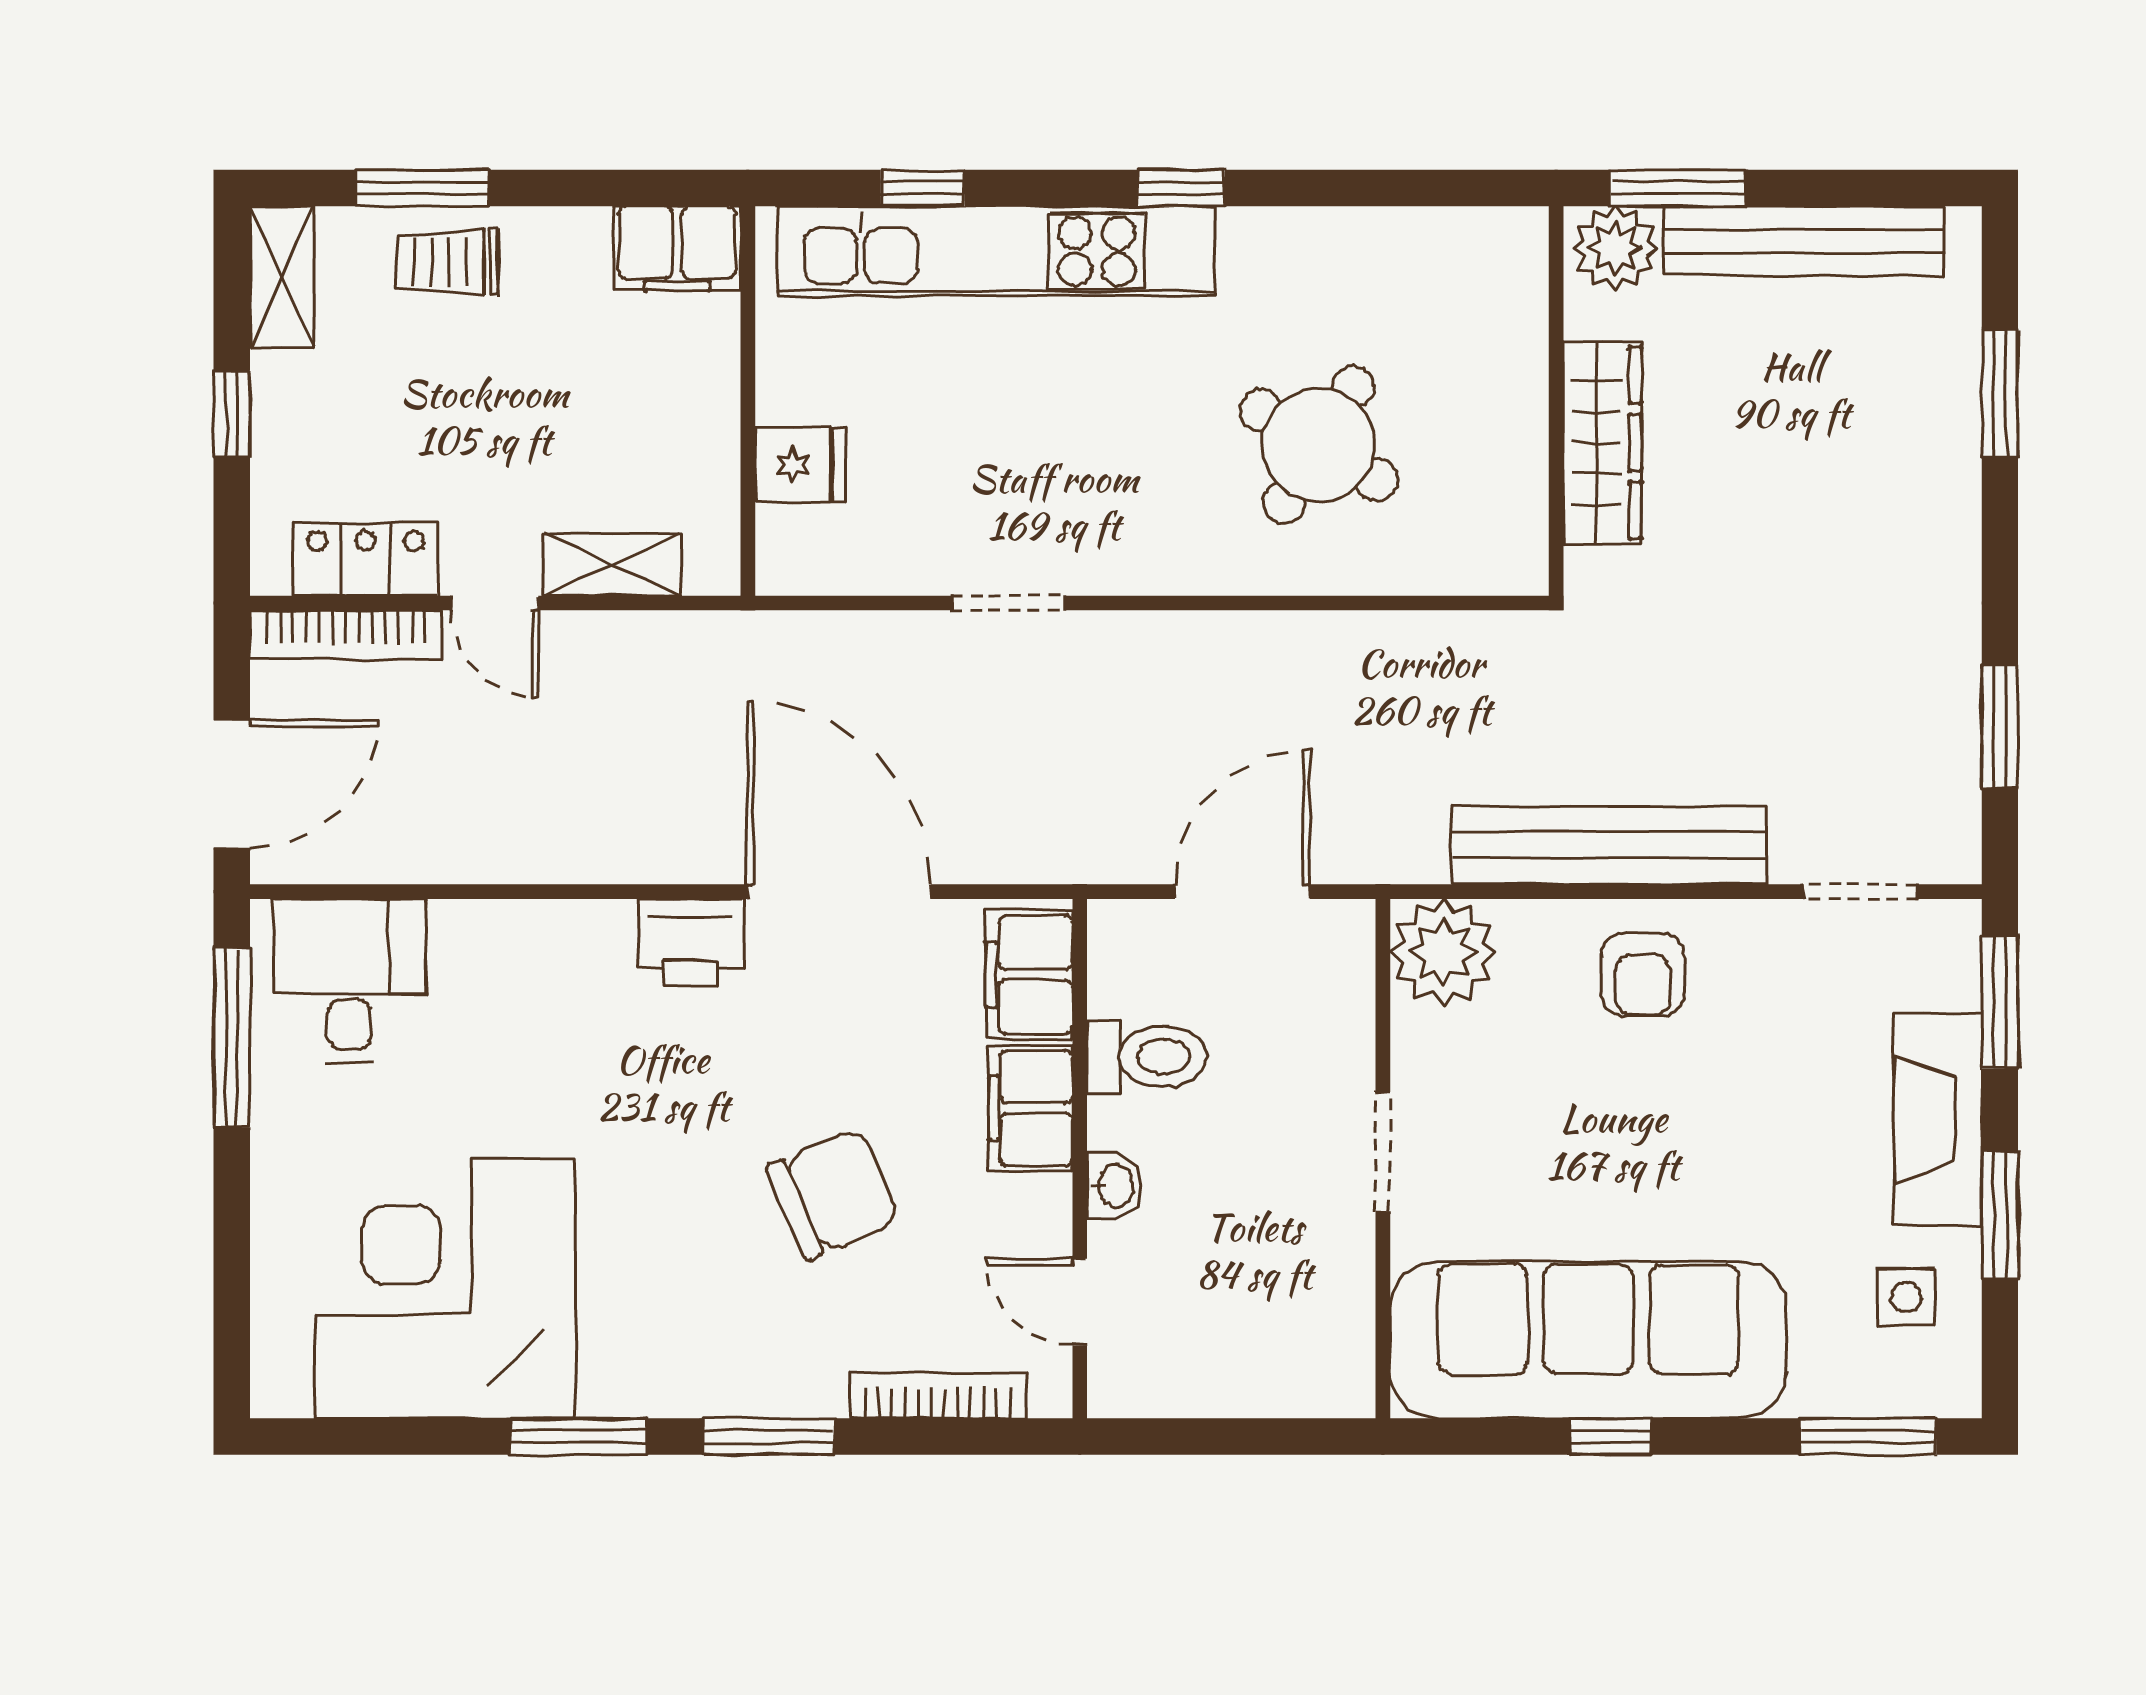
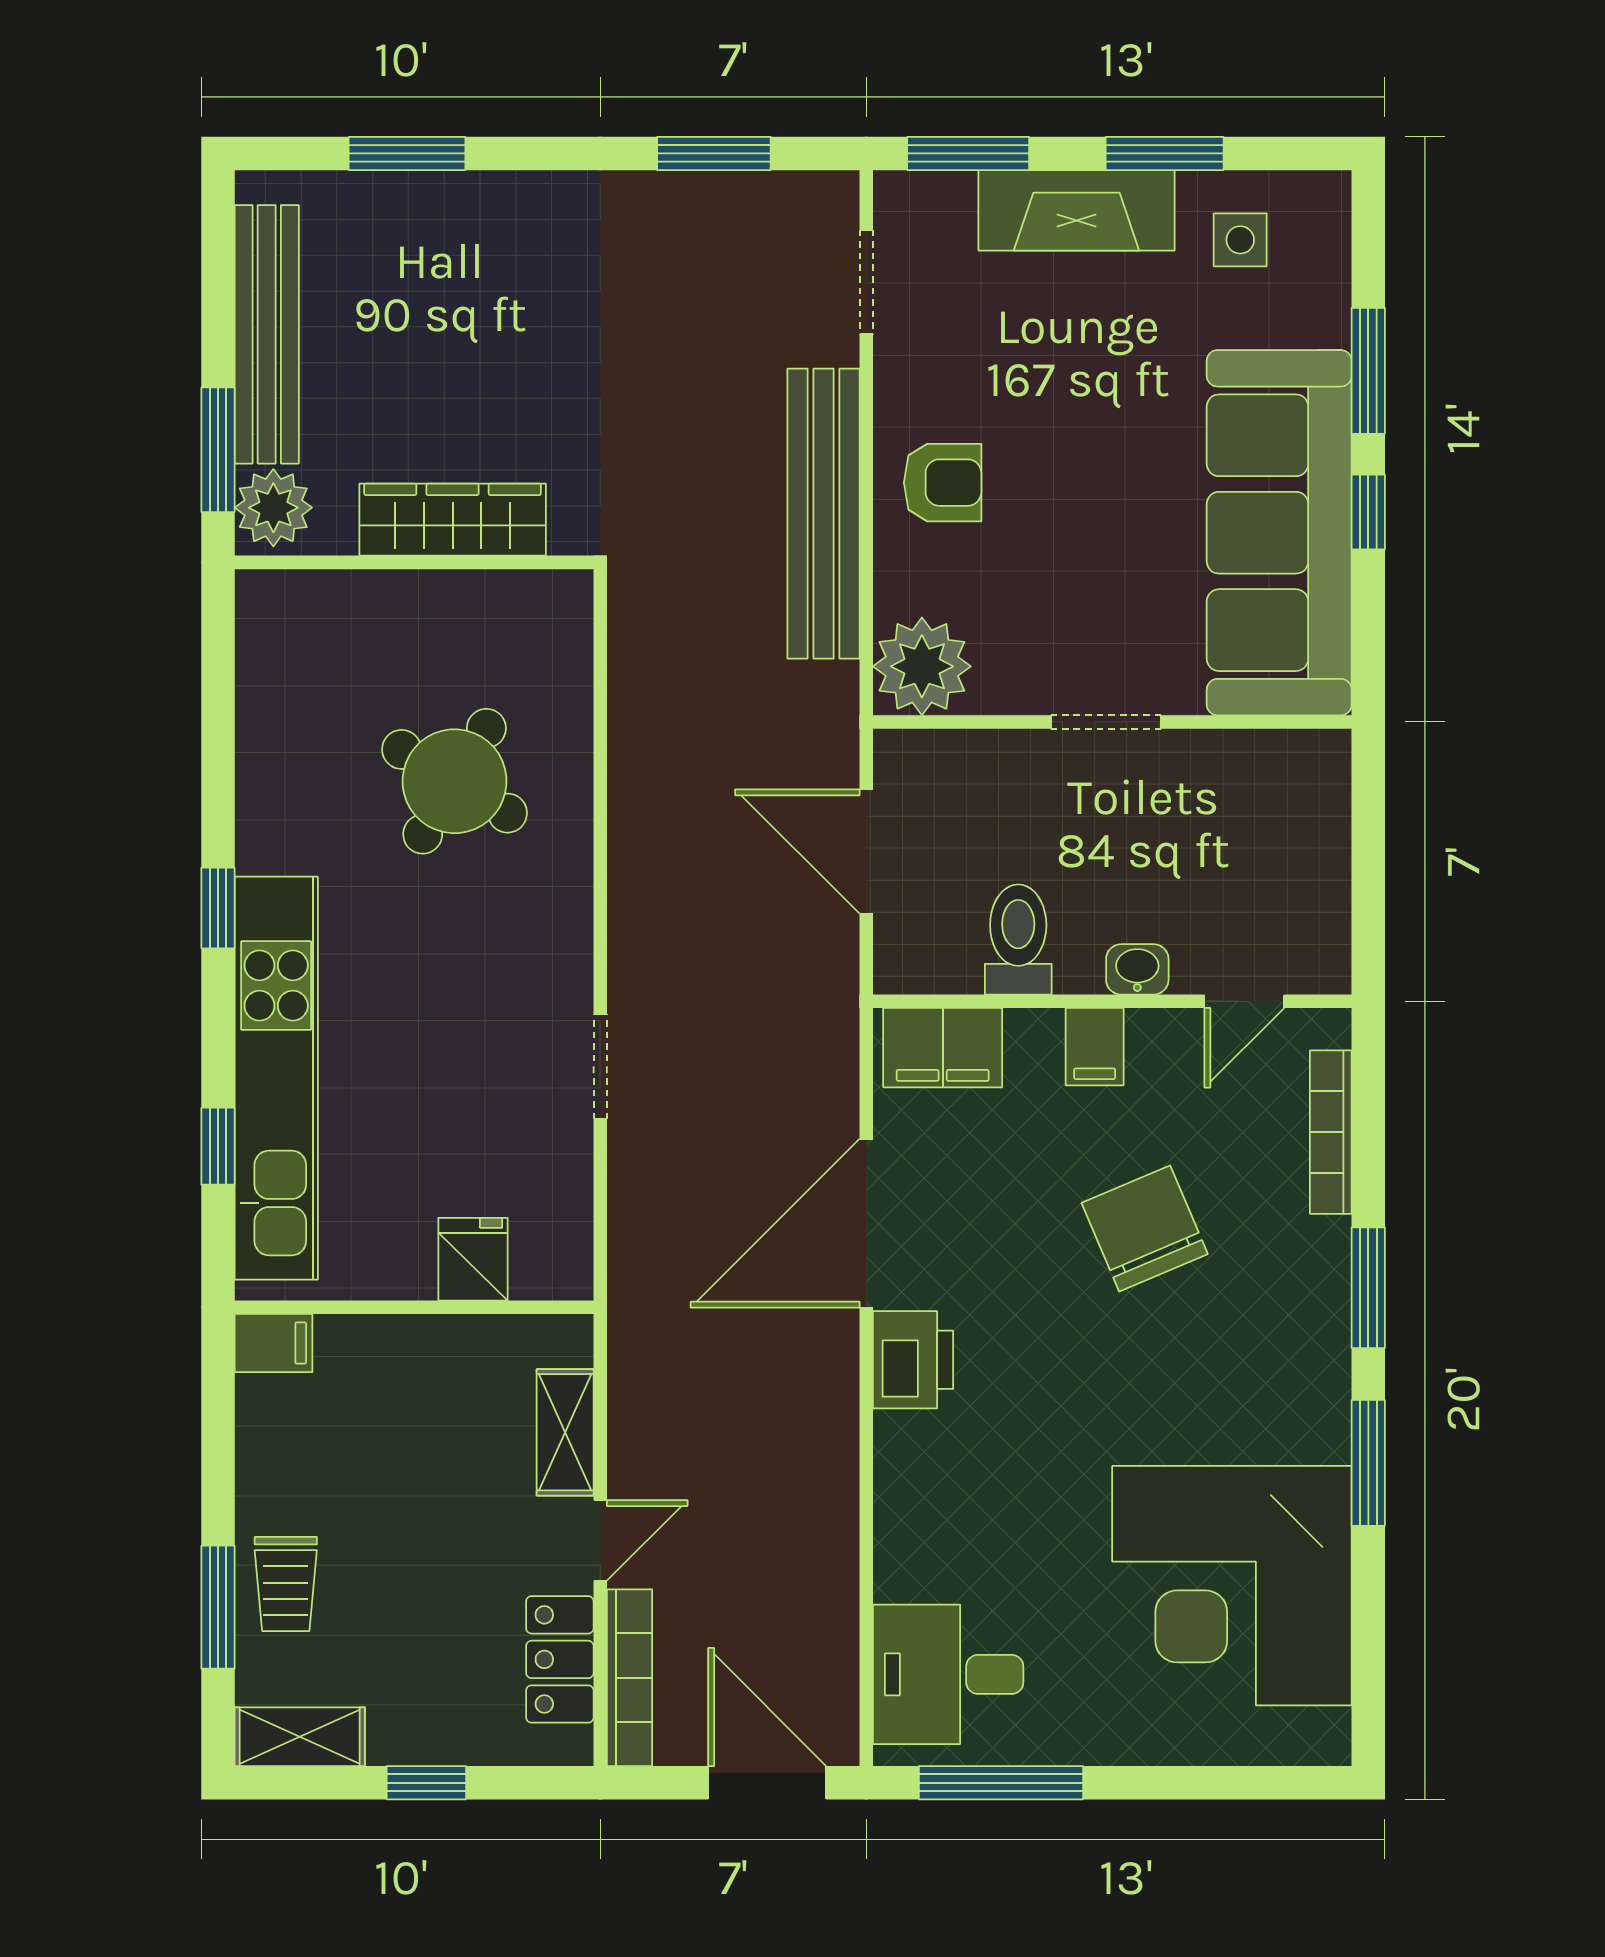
filing cabinet: (677, 248) -> (273, 1343), width x0.50
filing cabinet: (1031, 1108) -> (1095, 1047), width x0.50
window: (1868, 1437) -> (1368, 371), moved

